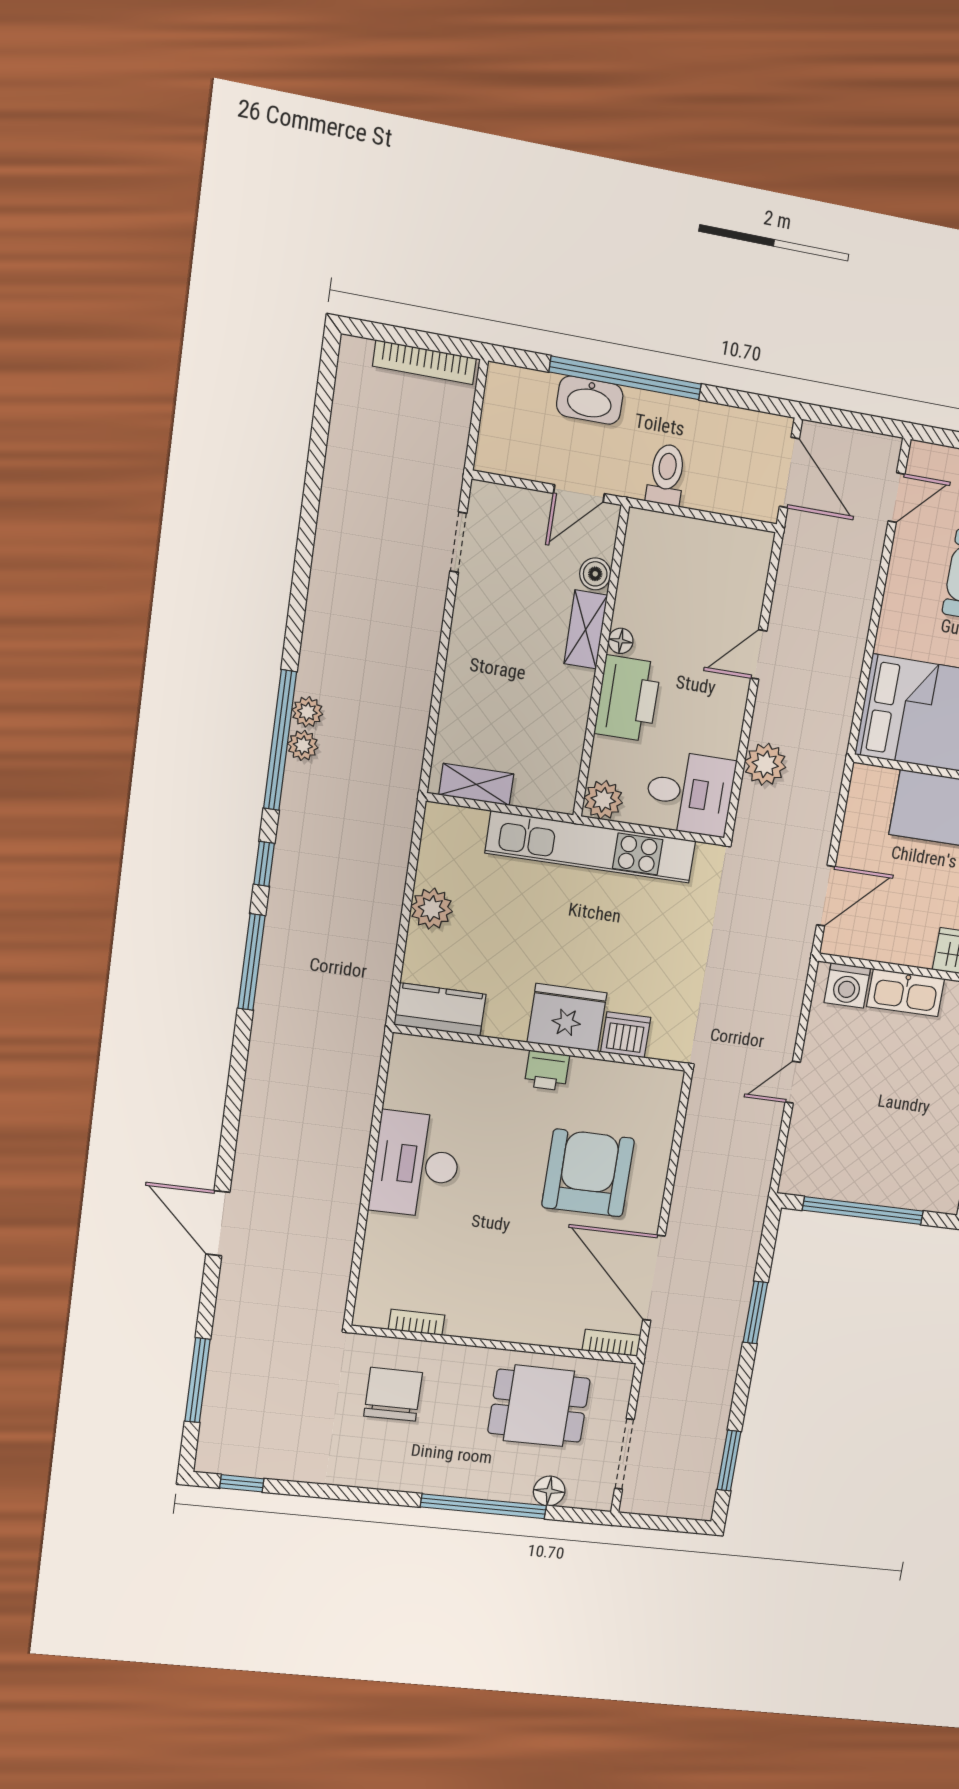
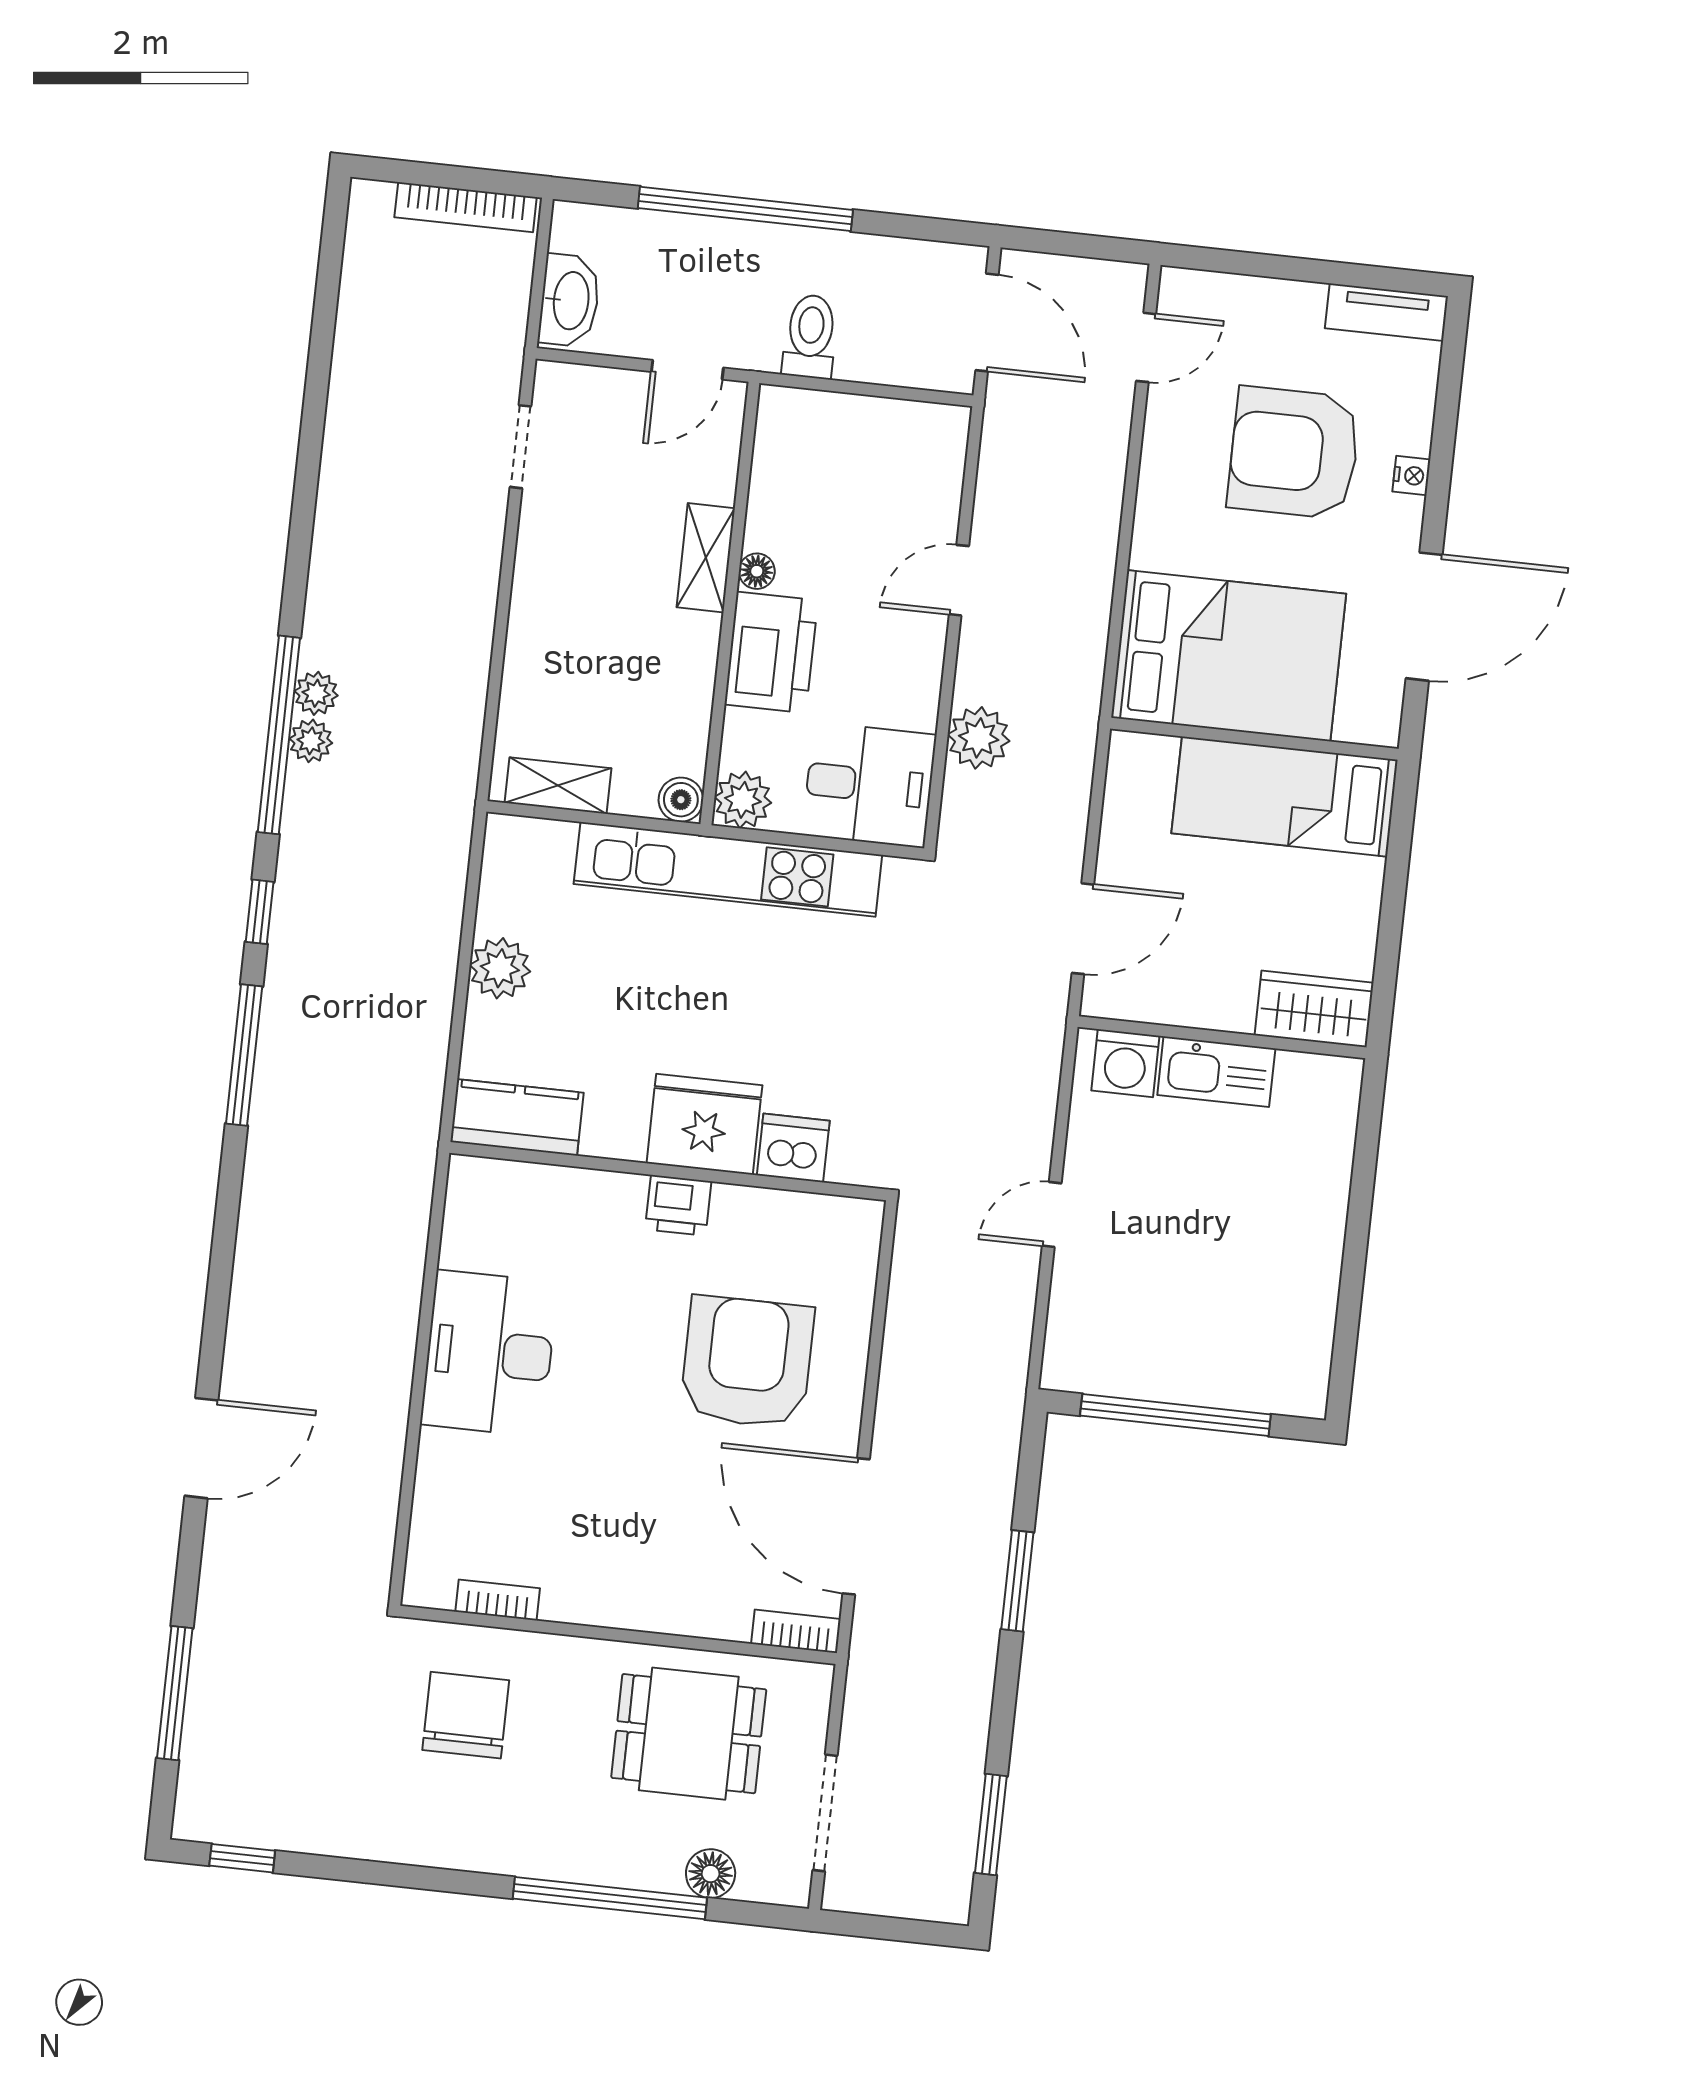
washbasin: (590, 400) -> (570, 301), moved, turned -90
boiler: (595, 574) -> (681, 800), moved
door: (218, 1223) -> (201, 1448), swing flipped

